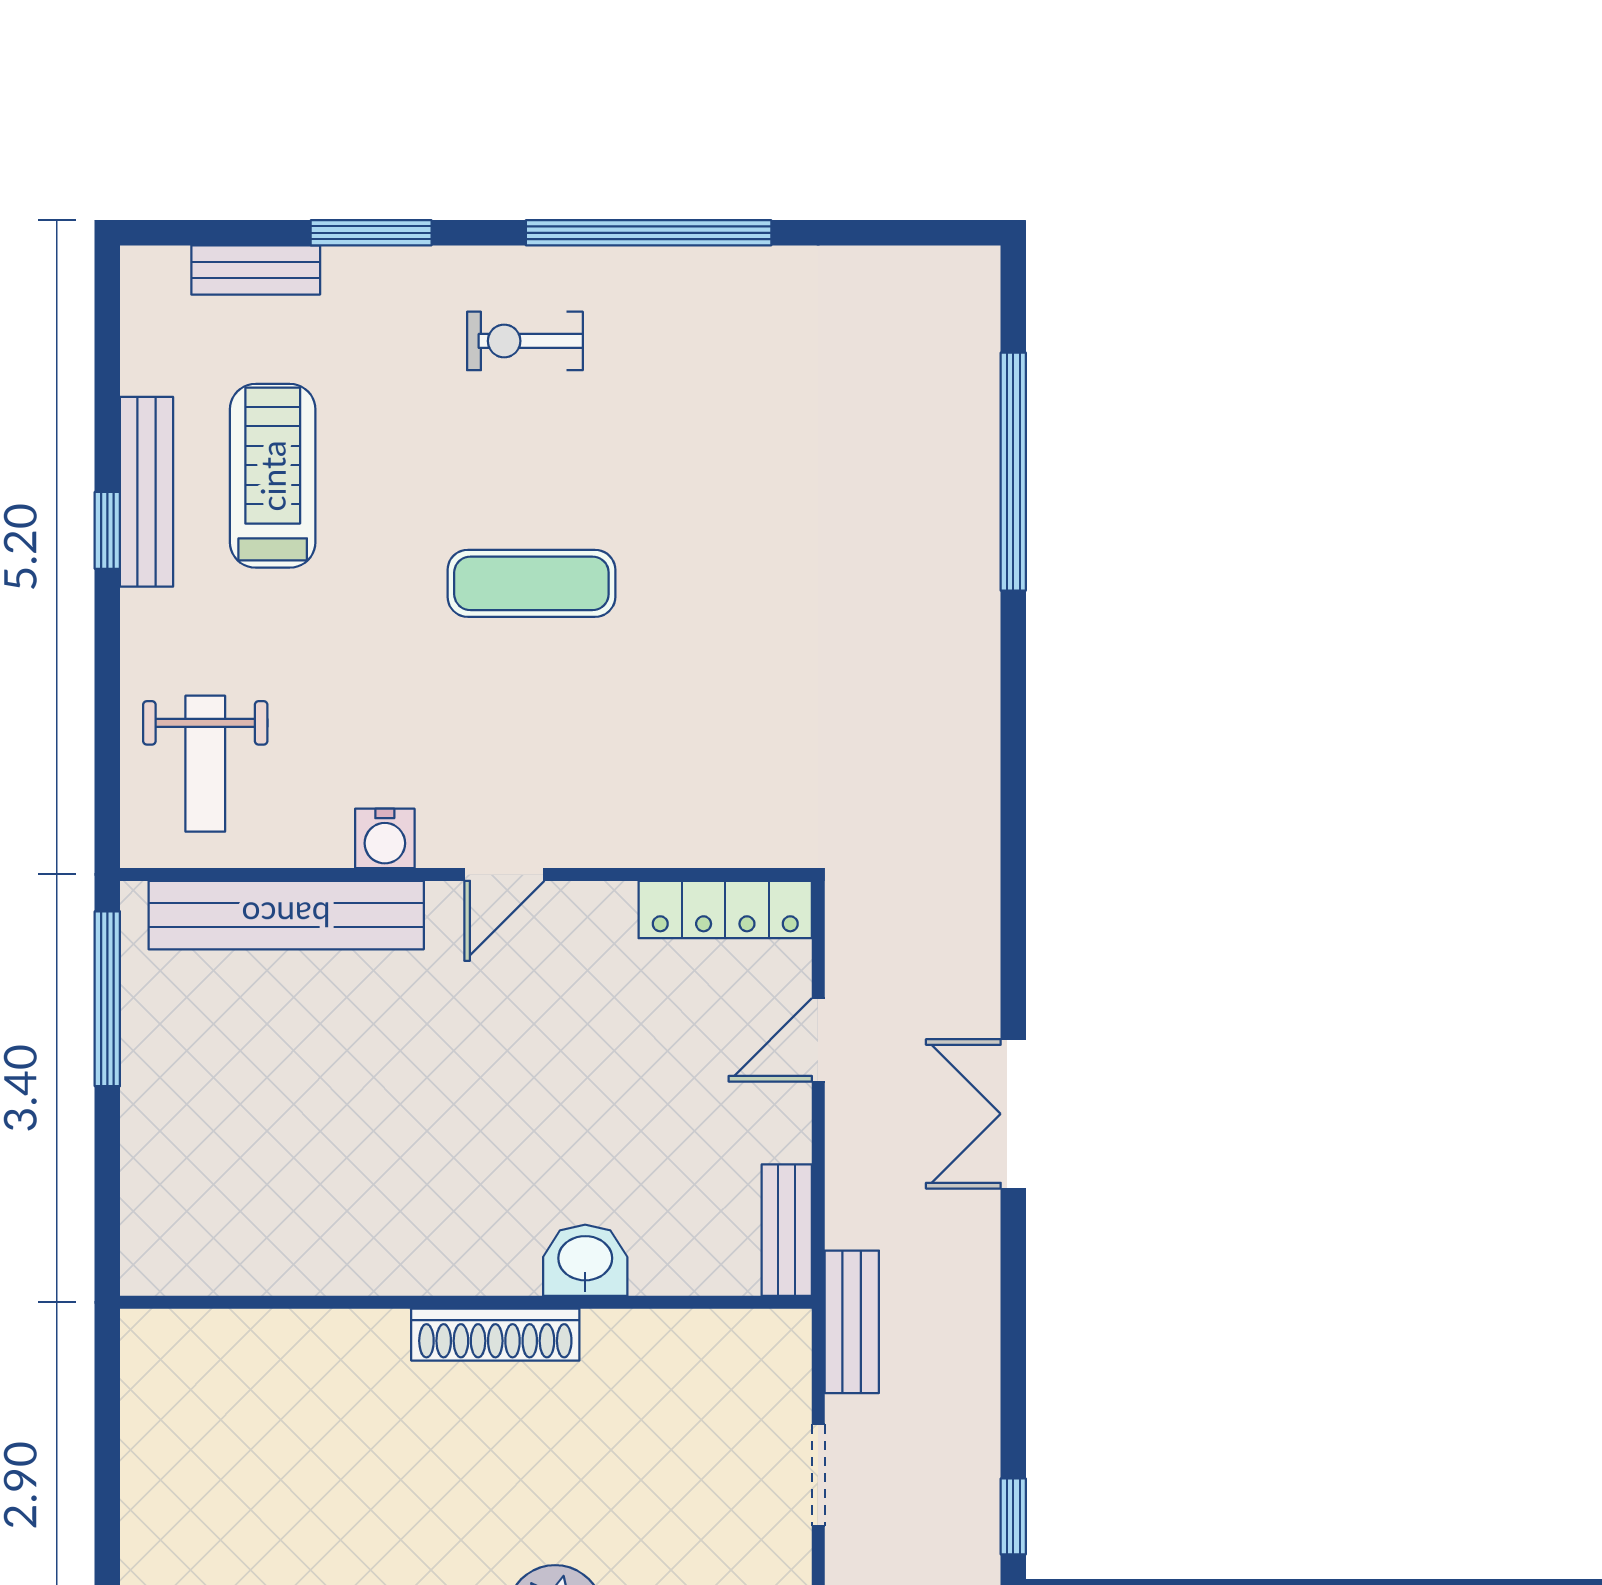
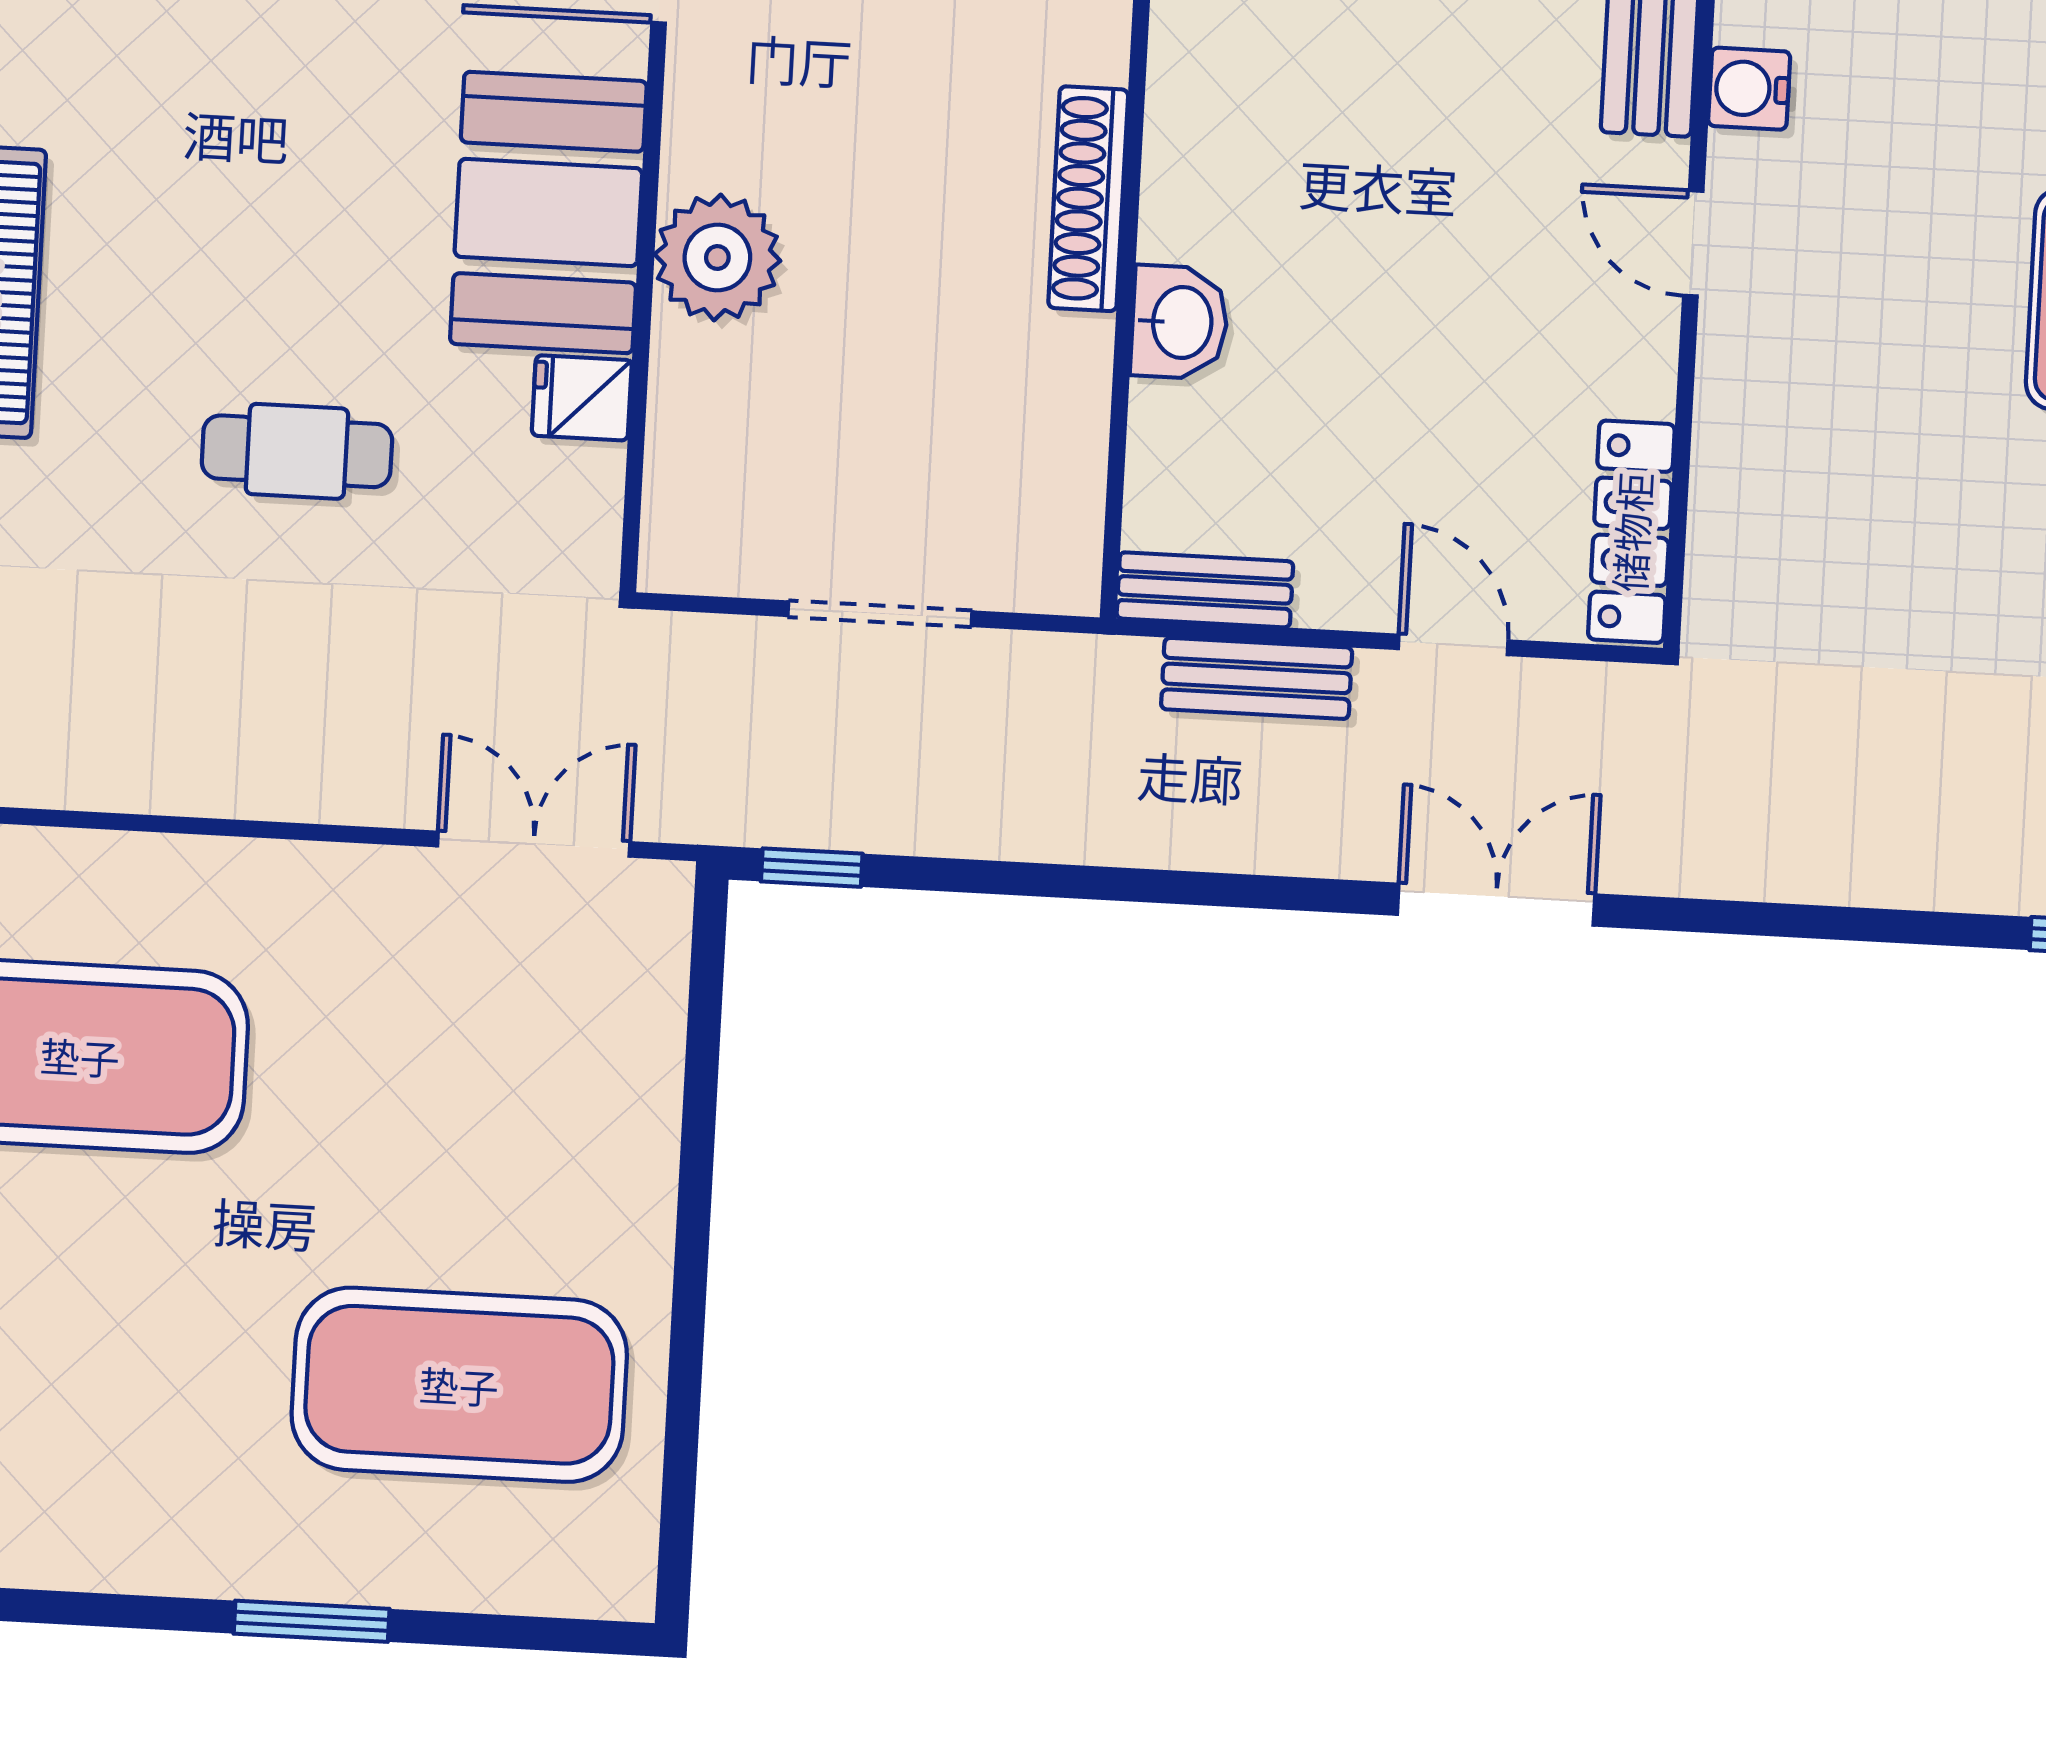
double door: (1013, 1114) -> (1496, 905), moved
bench: (852, 1322) -> (1257, 678), moved
doorway: (818, 1475) -> (880, 614), width x1.38

